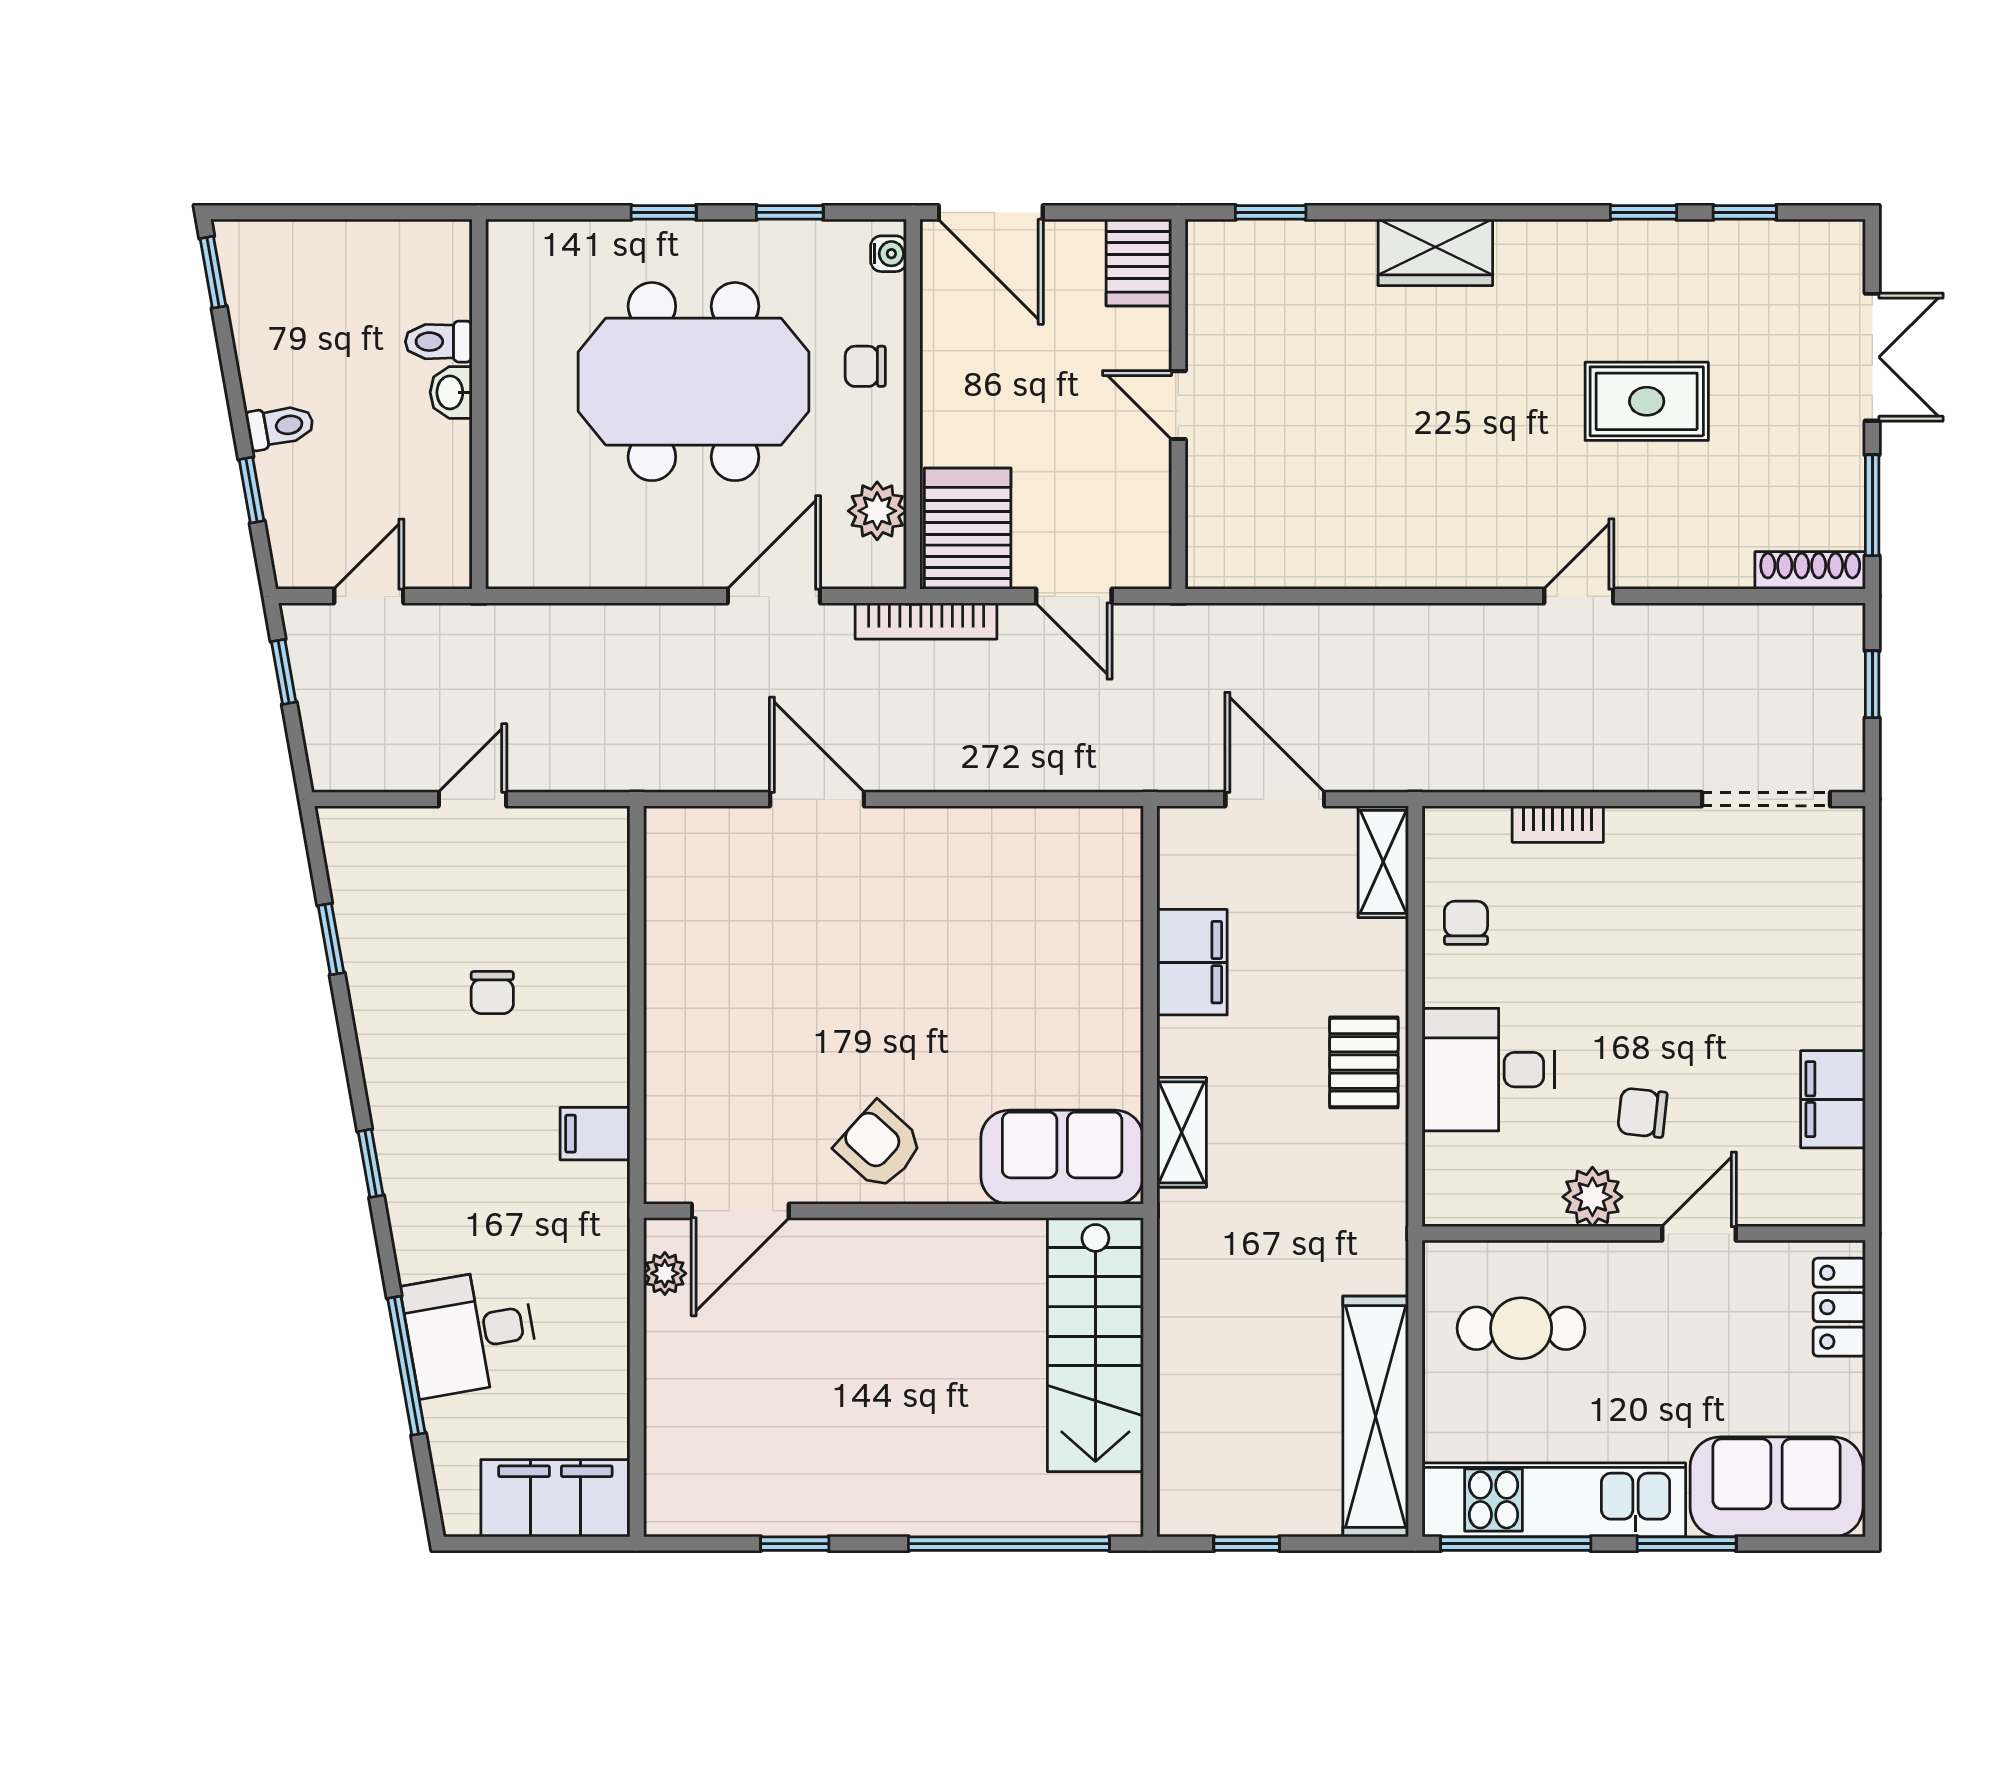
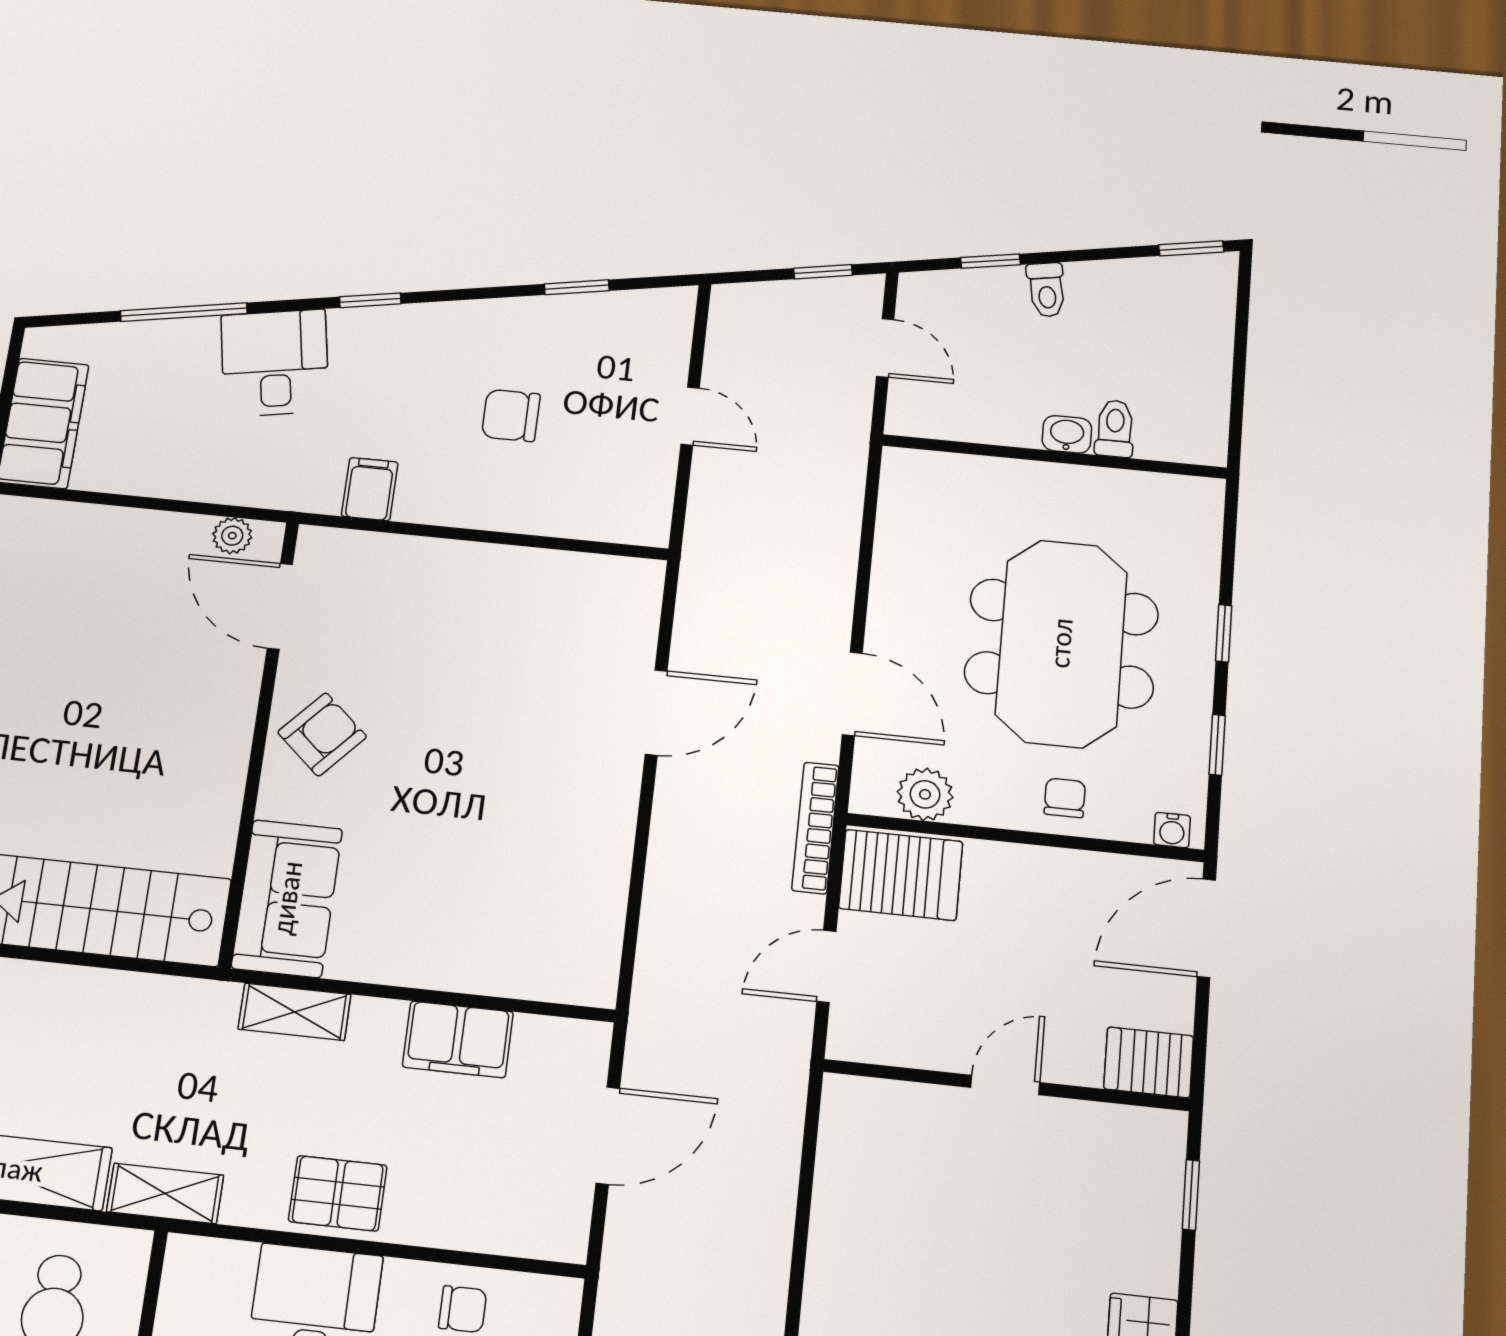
shelving: (1383, 862) -> (165, 1193), moved
chair: (492, 993) -> (511, 415), width x1.37, depth x1.37
desk: (470, 1332) -> (275, 363), moved

